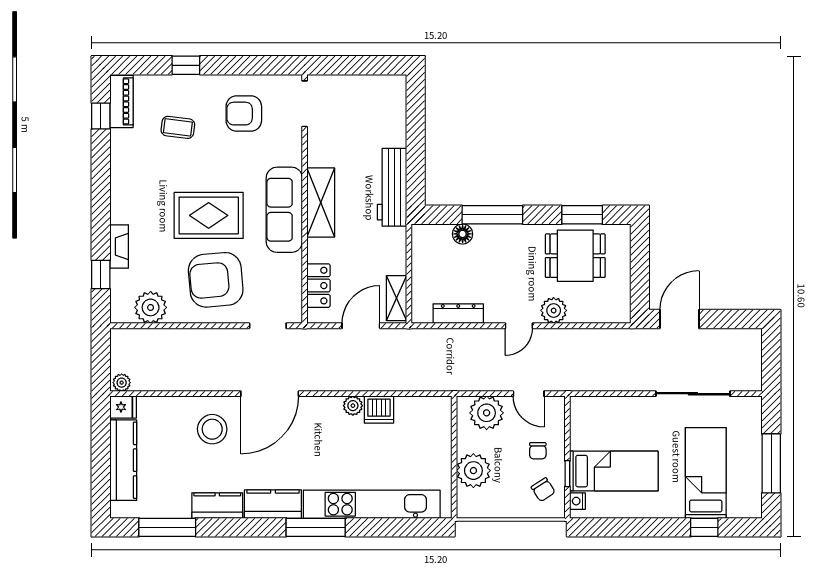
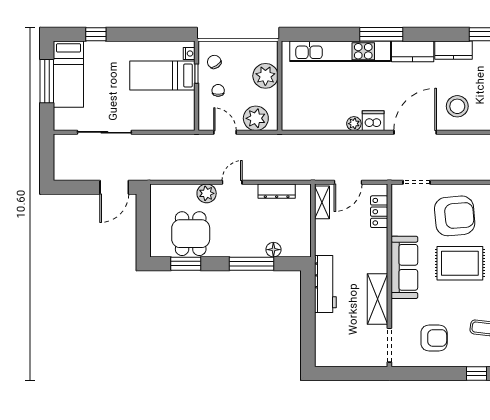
shelving: (321, 203) -> (378, 299), moved
dining table: (575, 256) -> (191, 234), turned 90
dishwasher: (379, 410) -> (373, 121), moved
bed: (706, 473) -> (68, 74), moved

